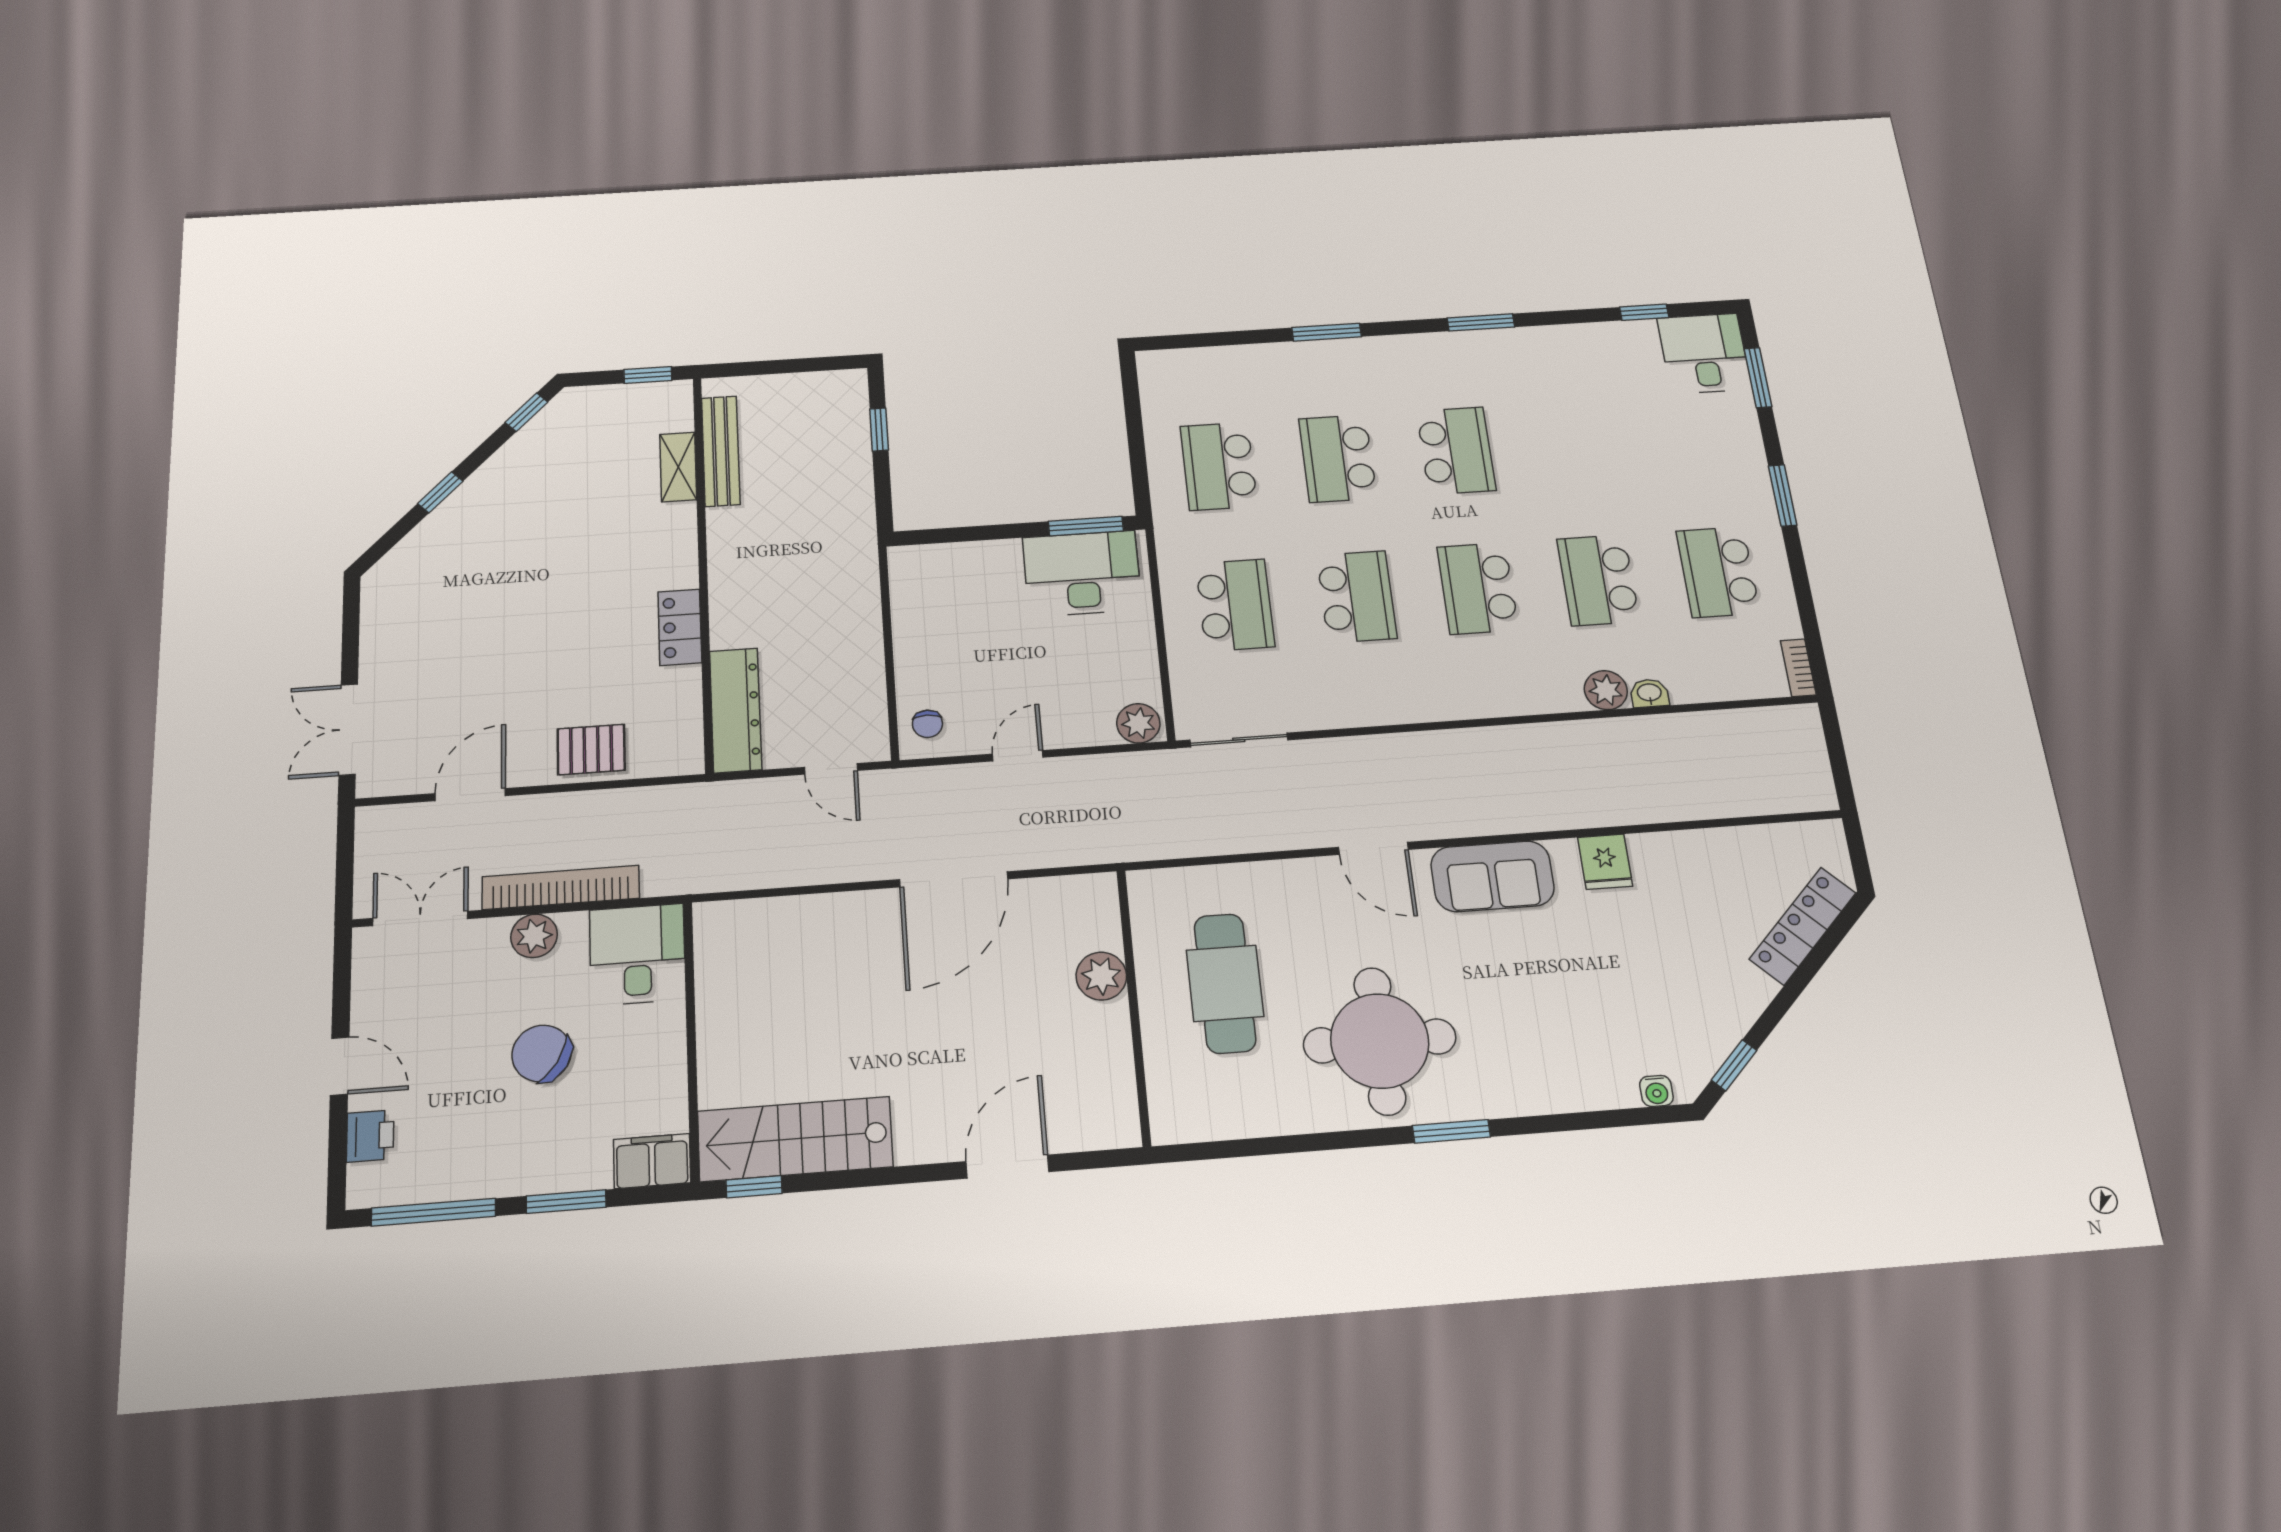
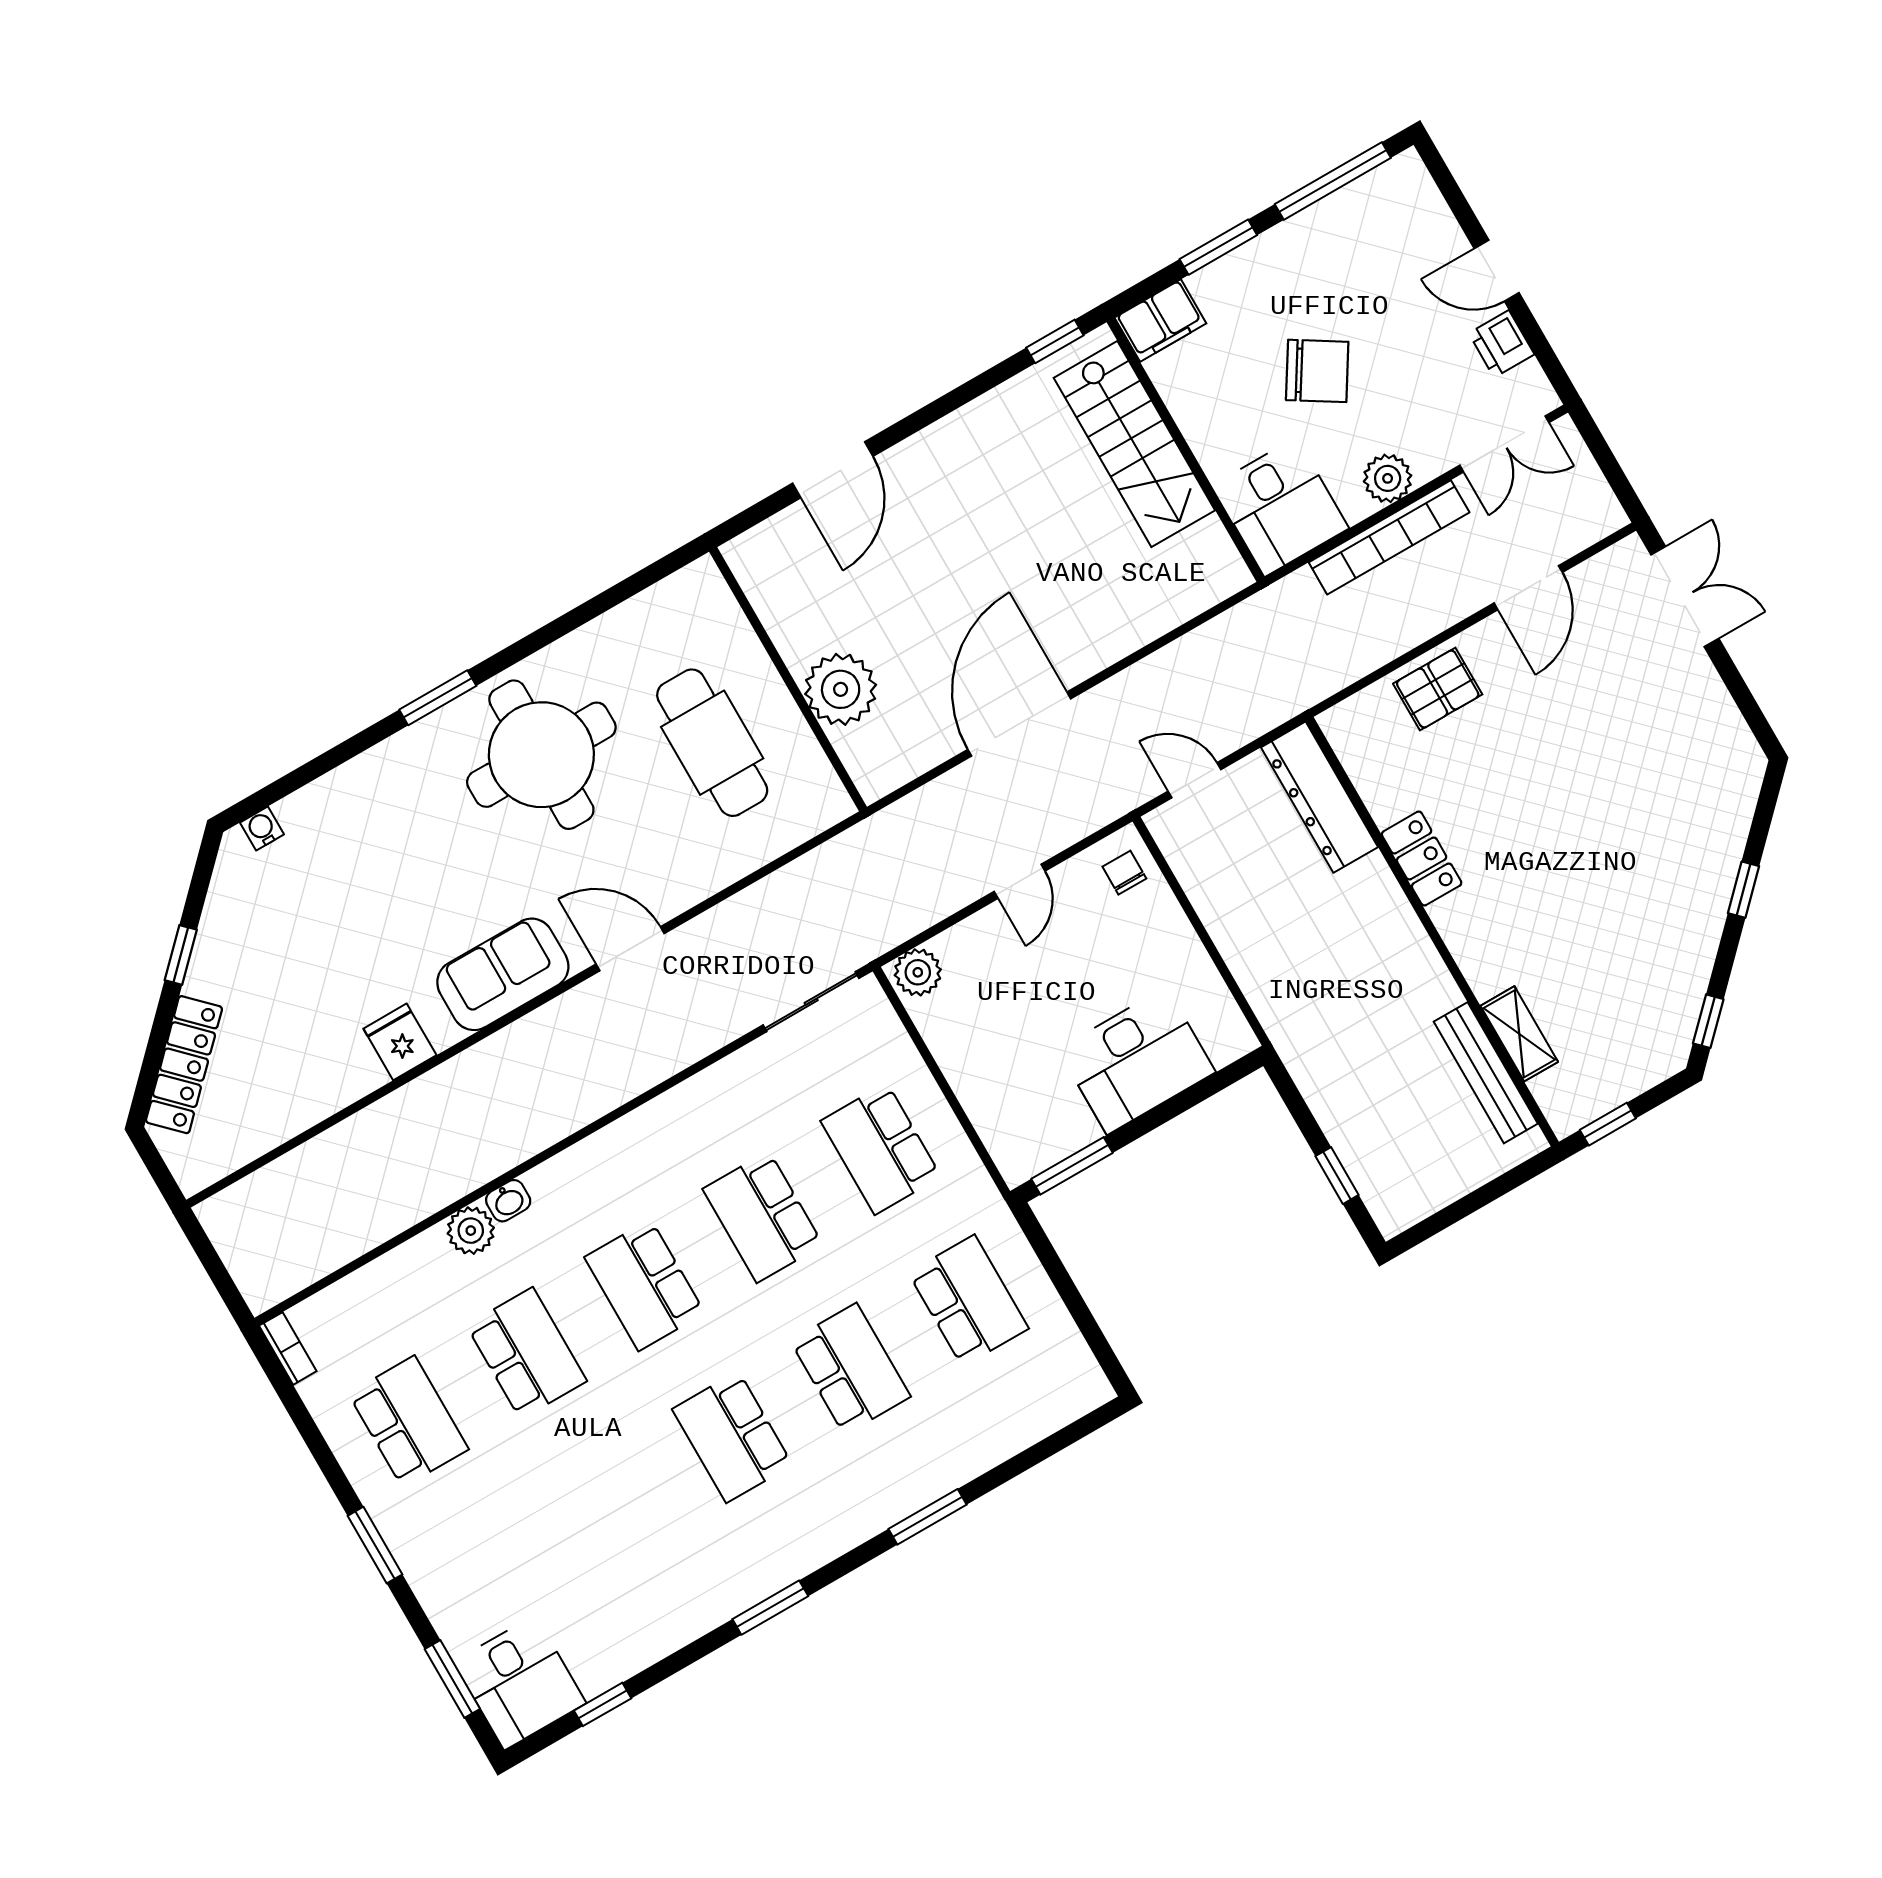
desk: (1082, 573) -> (1137, 1061), moved
school desk: (1478, 588) -> (645, 1285), turned 180
washbasin: (1649, 693) -> (508, 1201), moved
plant: (1101, 976) -> (841, 689), width x1.36, depth x1.36
window: (1734, 1065) -> (181, 955), moved
printer: (370, 1136) -> (1501, 344), moved
stairs: (795, 1139) -> (1134, 444), moved, turned 90

